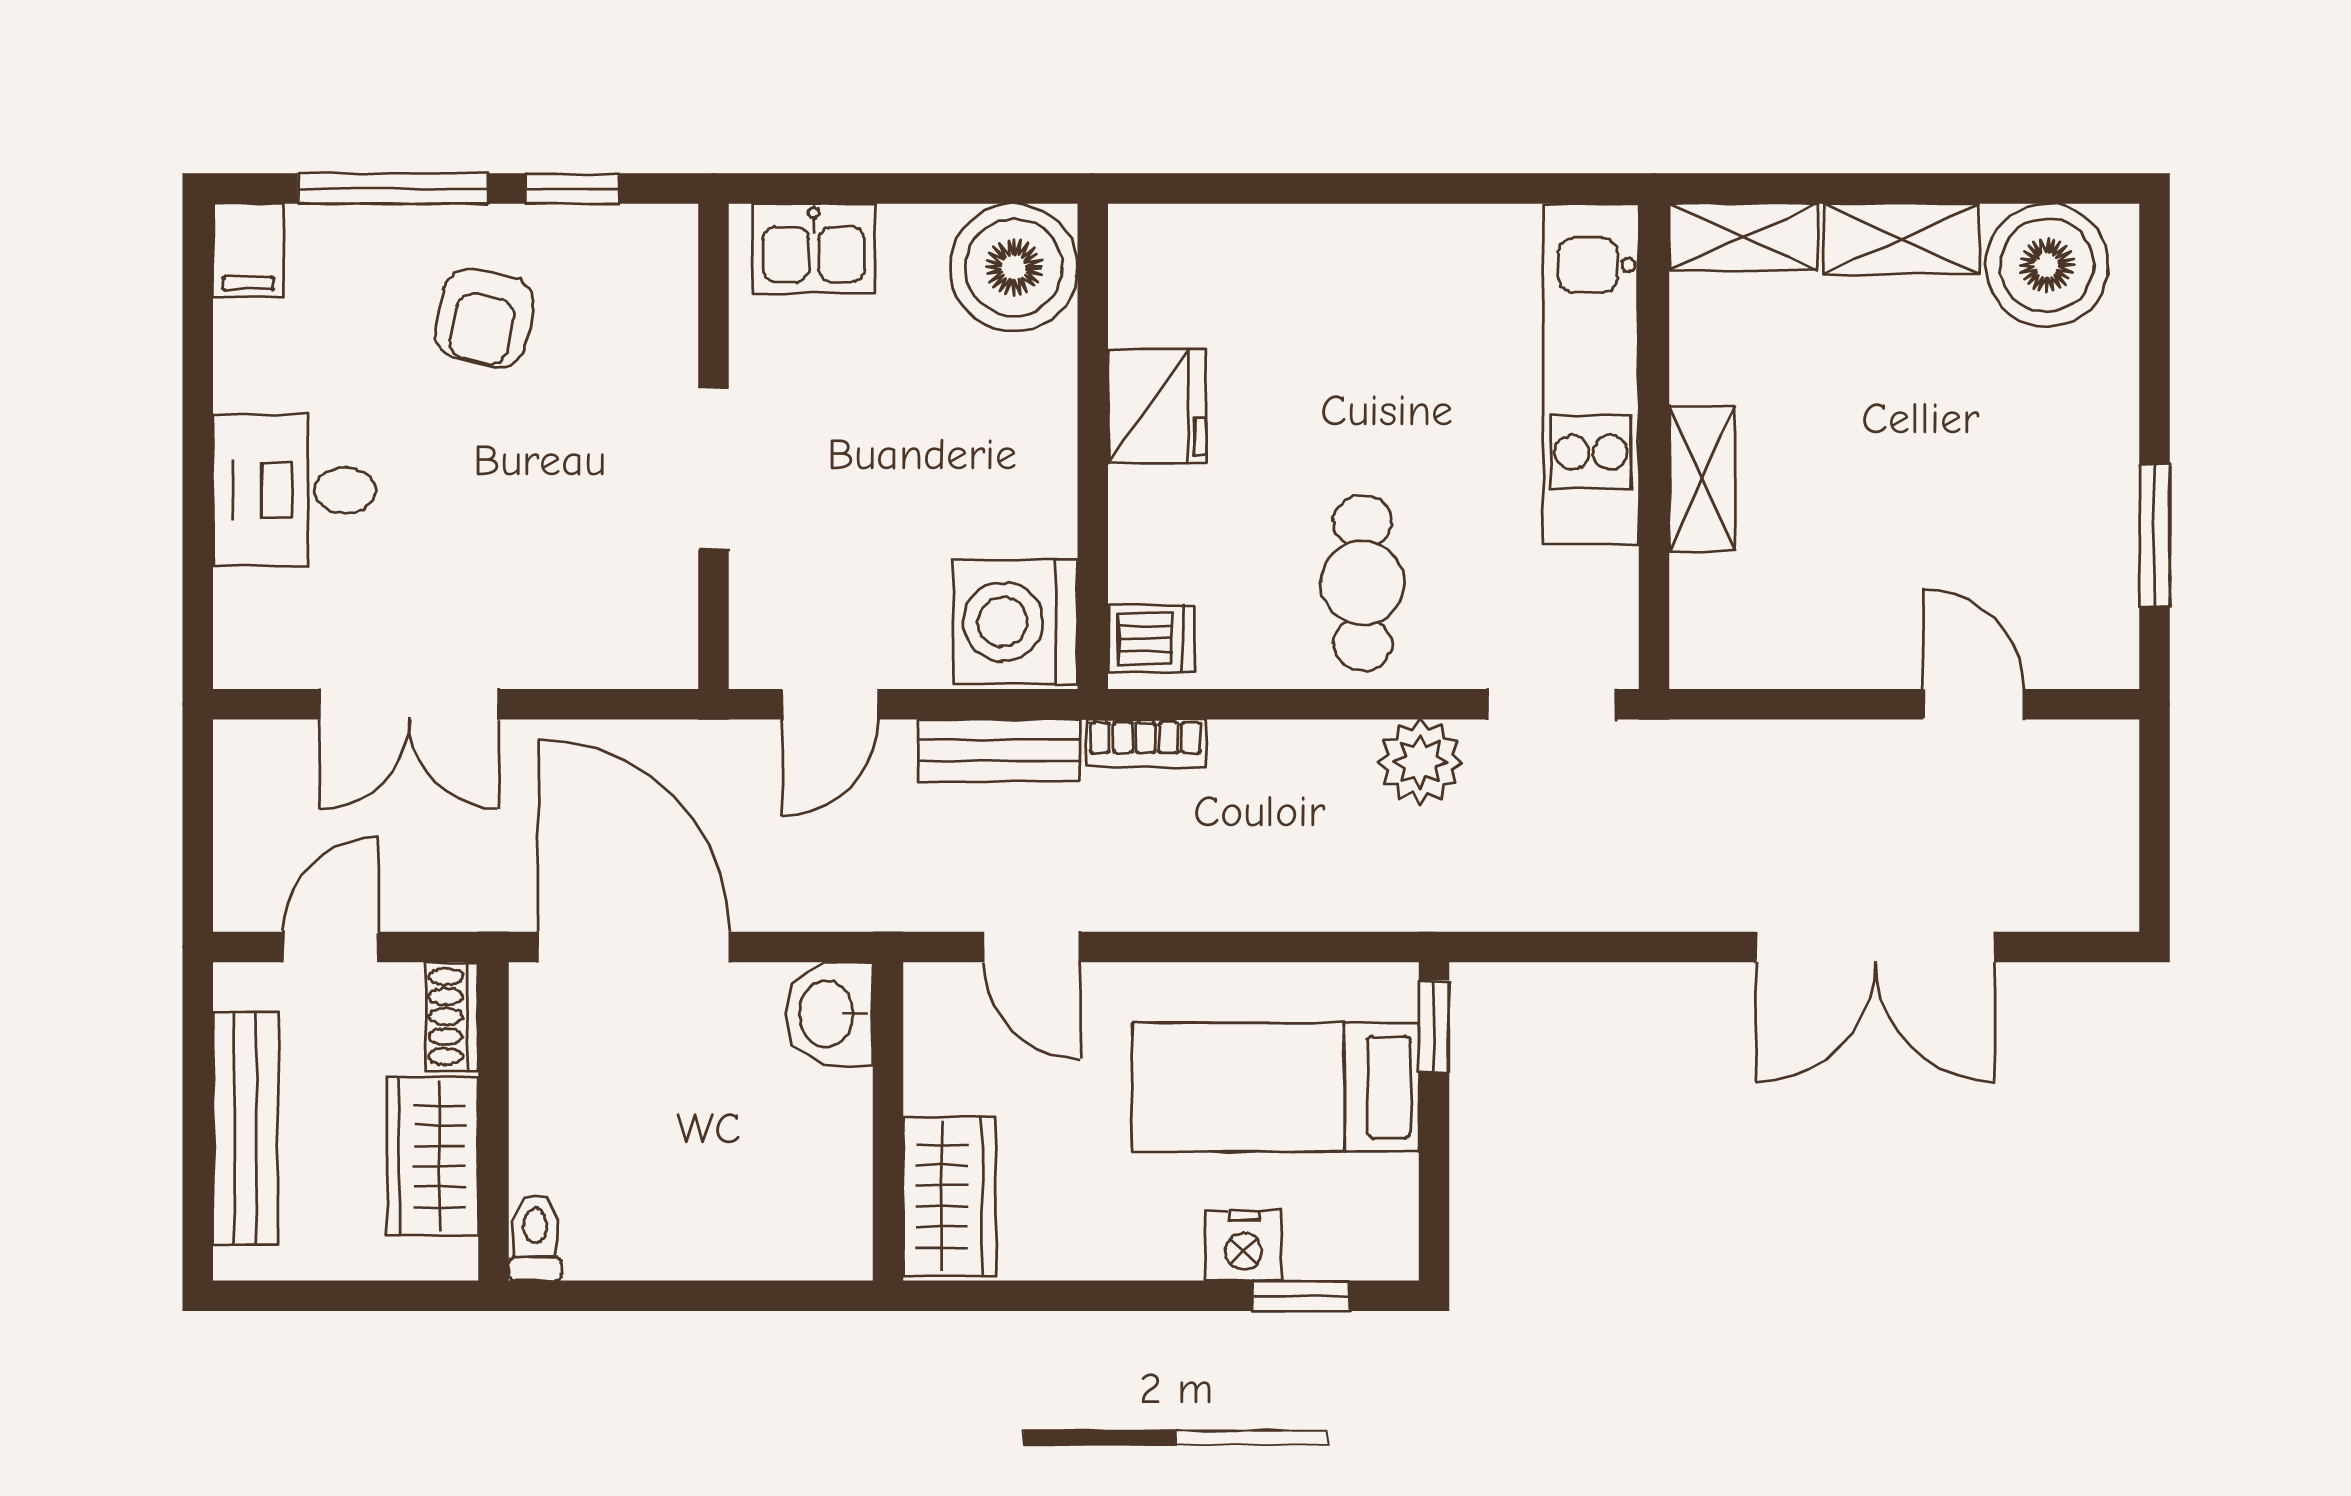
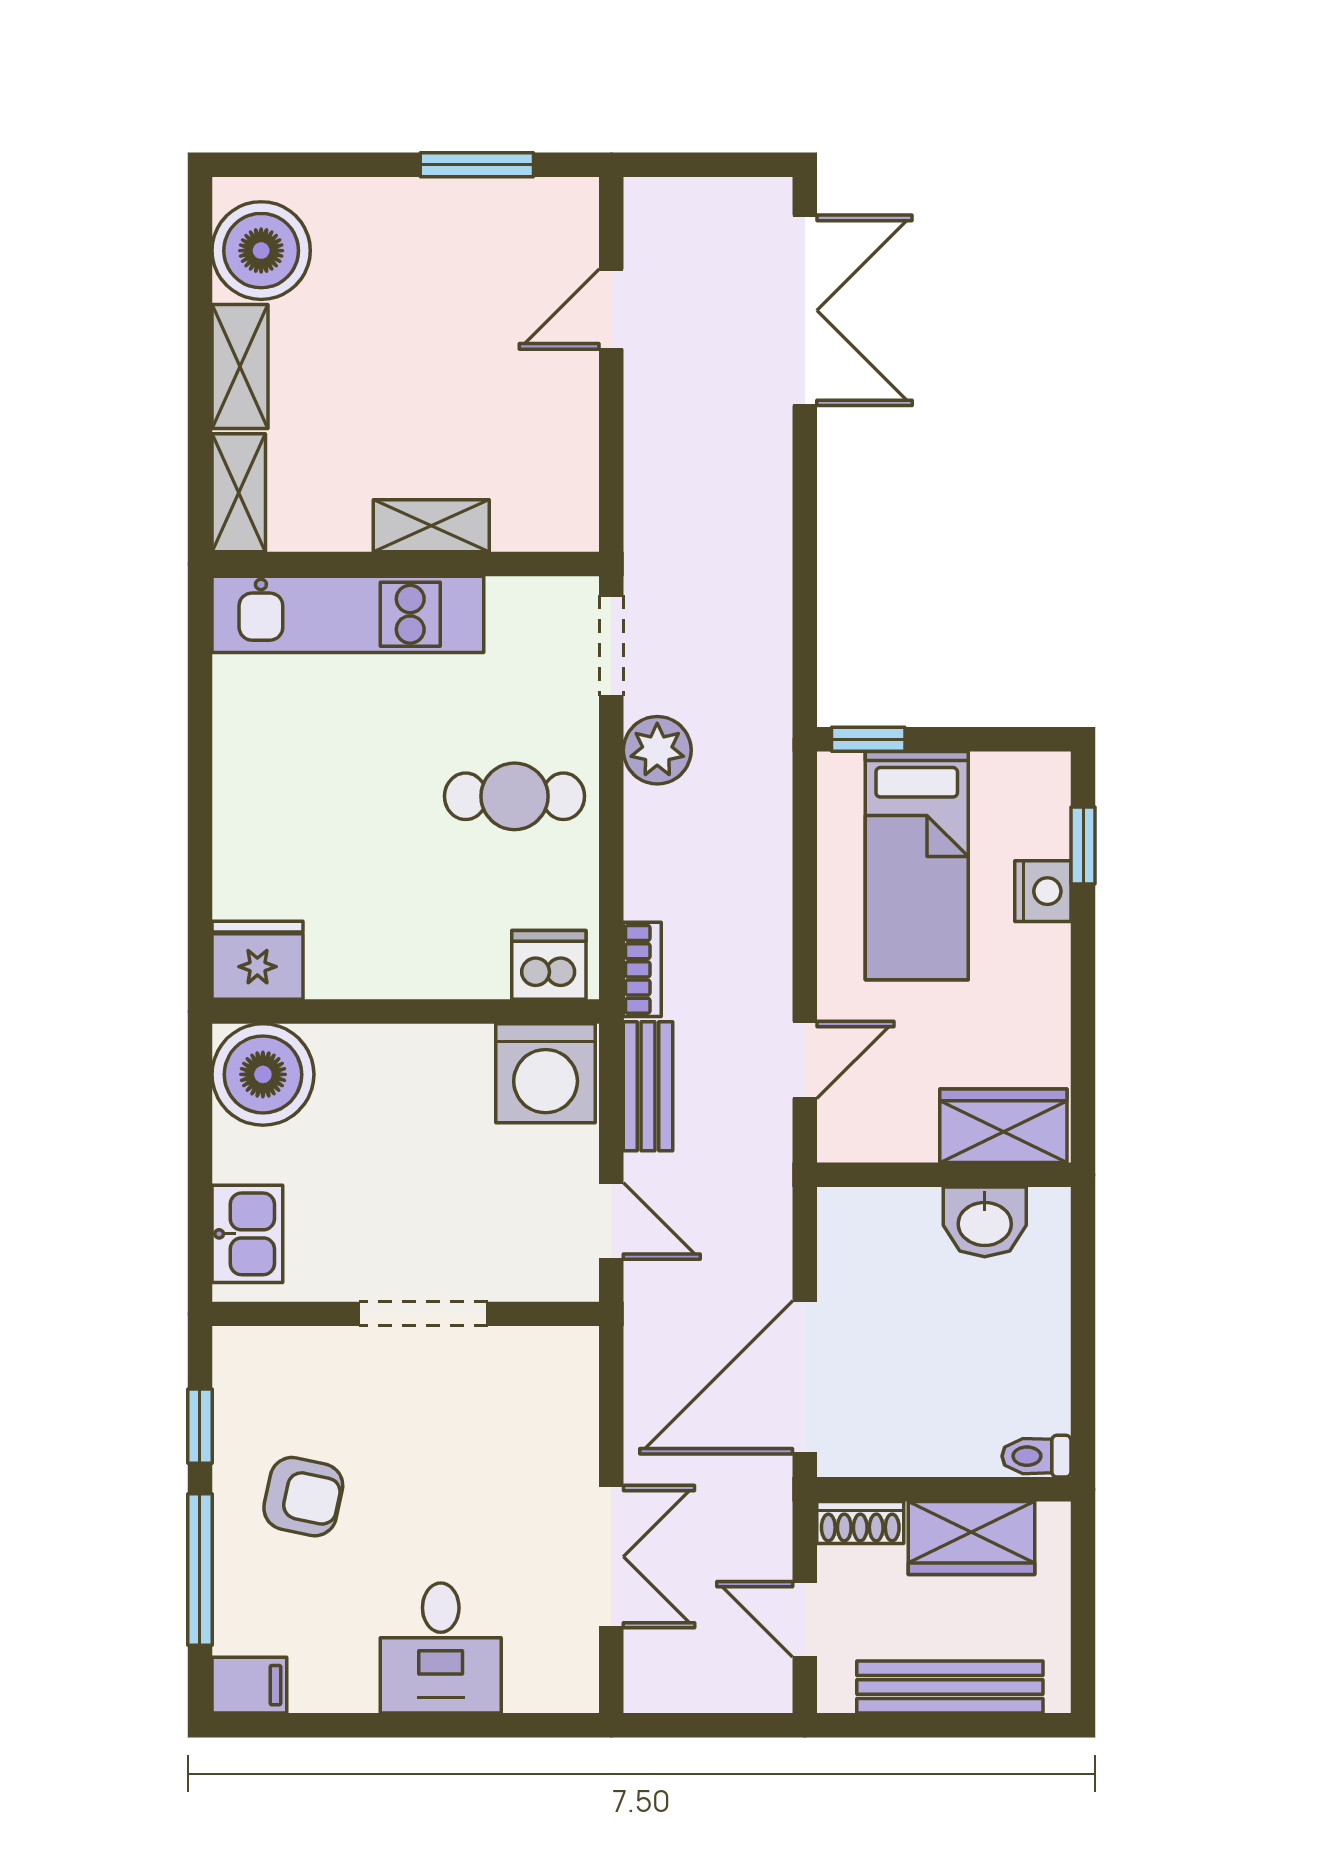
fridge: (1157, 406) -> (257, 960), moved
dishwasher: (1151, 639) -> (549, 965), width x1.38
double door: (1875, 947) -> (805, 310), moved
washbasin: (829, 1014) -> (985, 1222), moved

